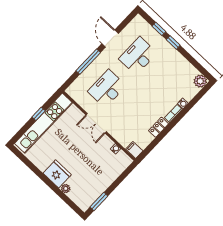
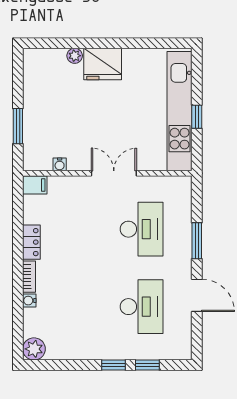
window: (88, 62) -> (197, 241), width x0.69
window: (99, 202) -> (18, 126), moved

